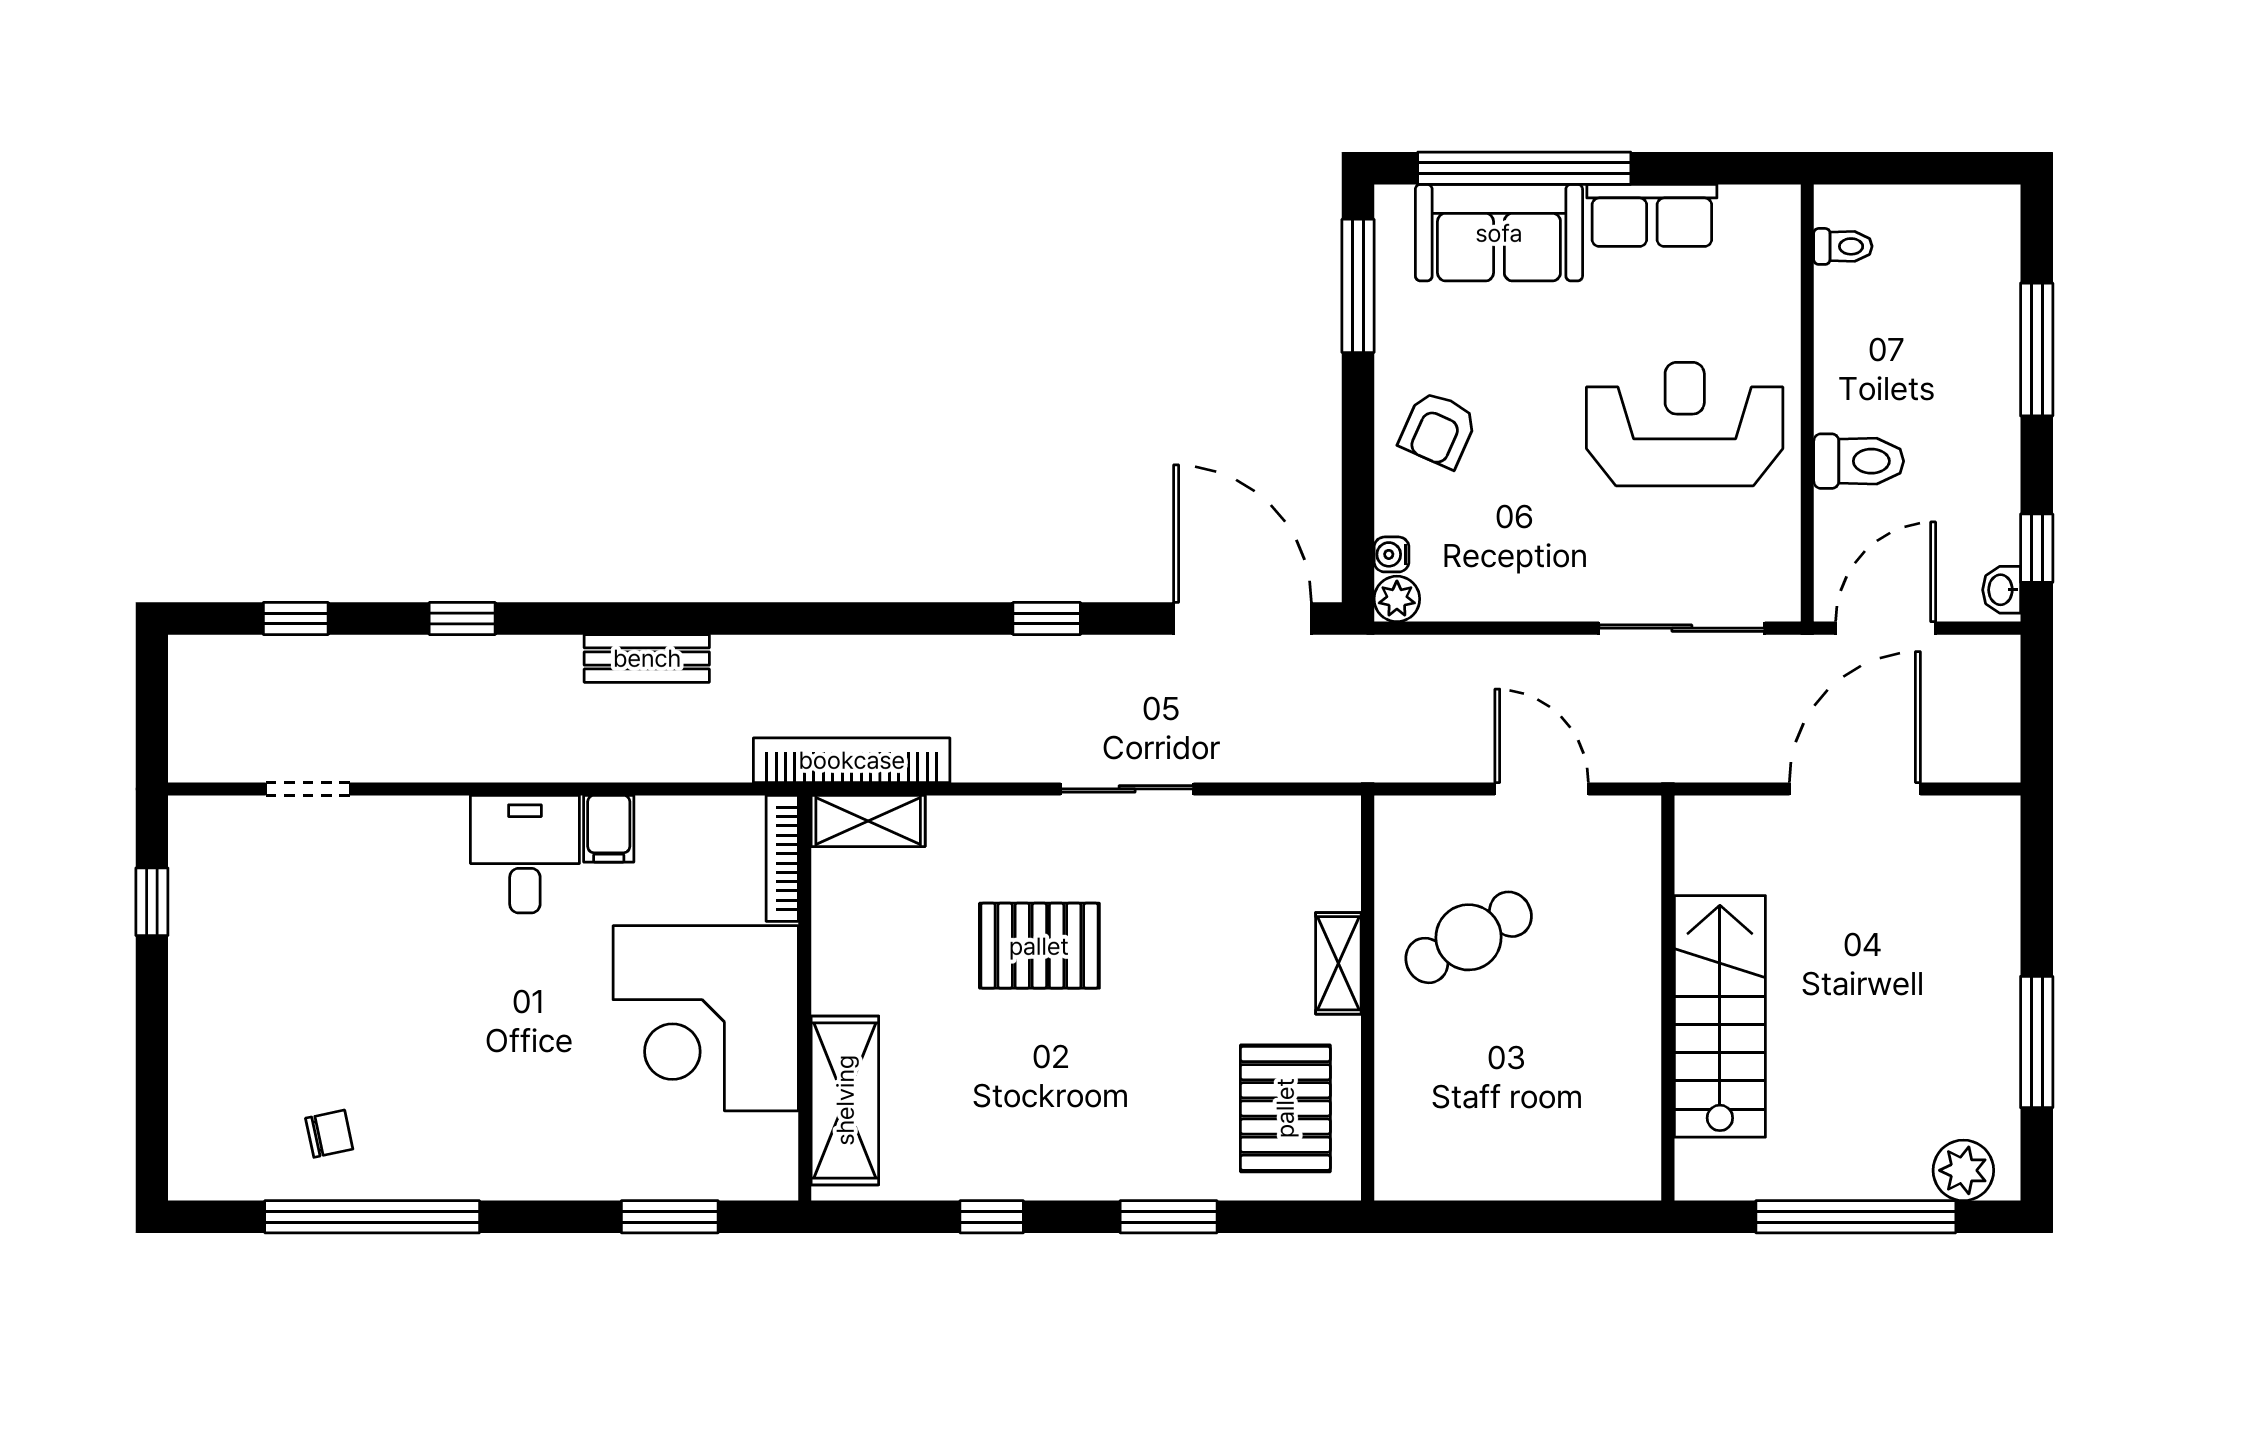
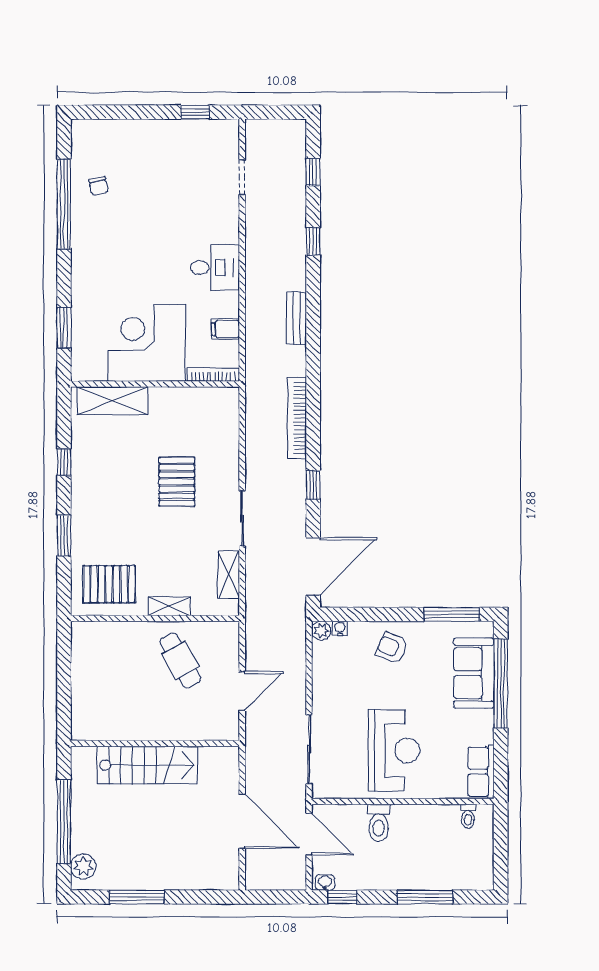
row of seats: (1652, 215) -> (481, 772), moved
bookcase: (852, 760) -> (297, 418), moved, turned 180
shelving: (868, 821) -> (229, 575), moved
filing cabinet: (609, 829) -> (226, 329), moved

